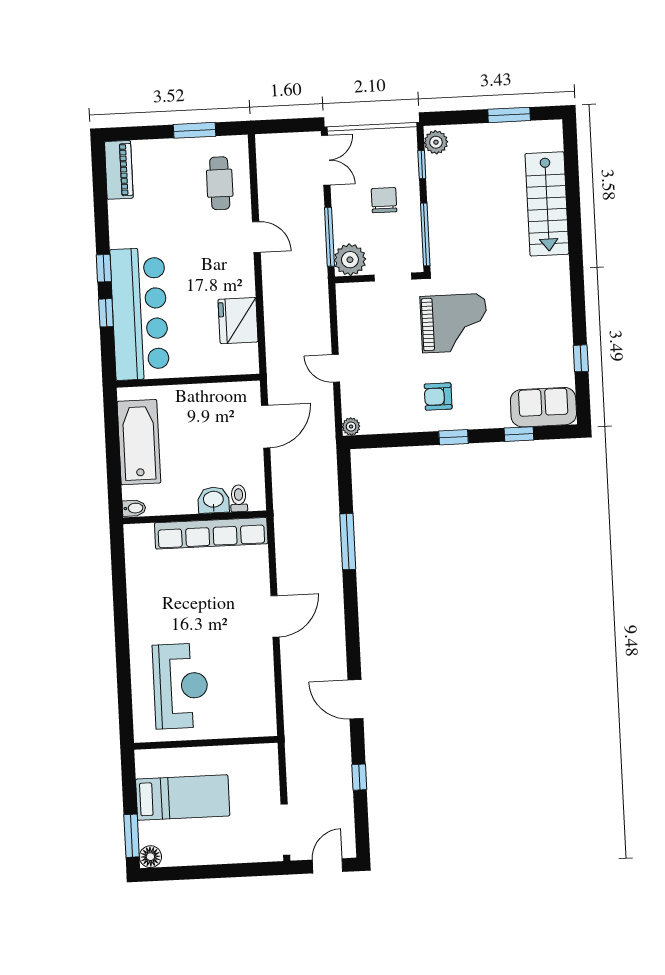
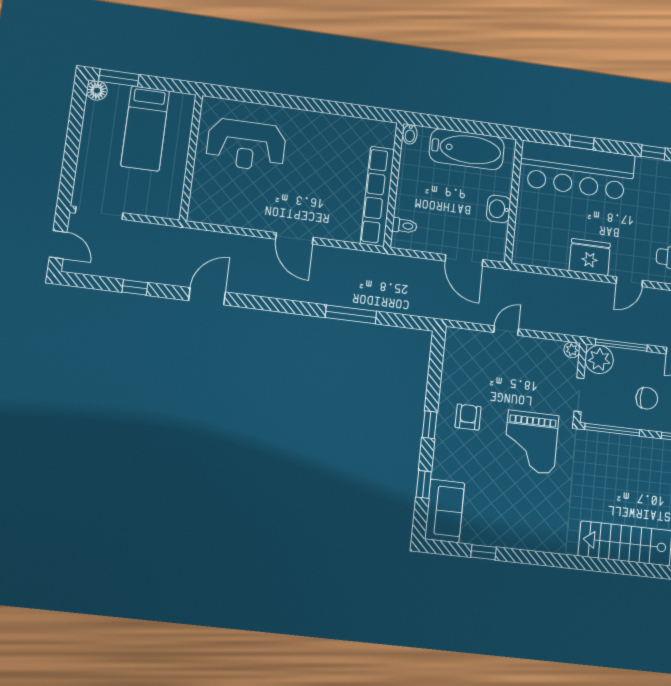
window: (104, 268) -> (653, 152), moved
fridge: (238, 321) -> (590, 257), moved
plant: (351, 427) -> (572, 350), moved
washbasin: (213, 500) -> (499, 209), moved, turned 180

